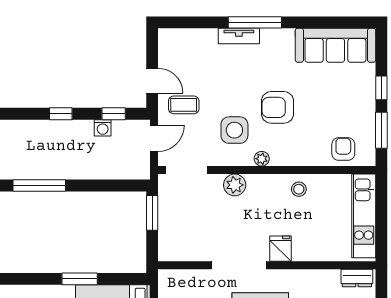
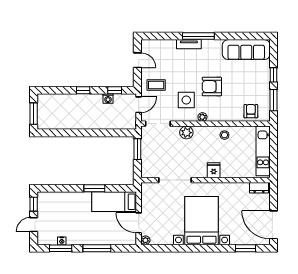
door: (152, 81) -> (137, 60), moved
window: (39, 186) -> (70, 133), removed
doorway: (239, 265) -> (175, 180), moved

